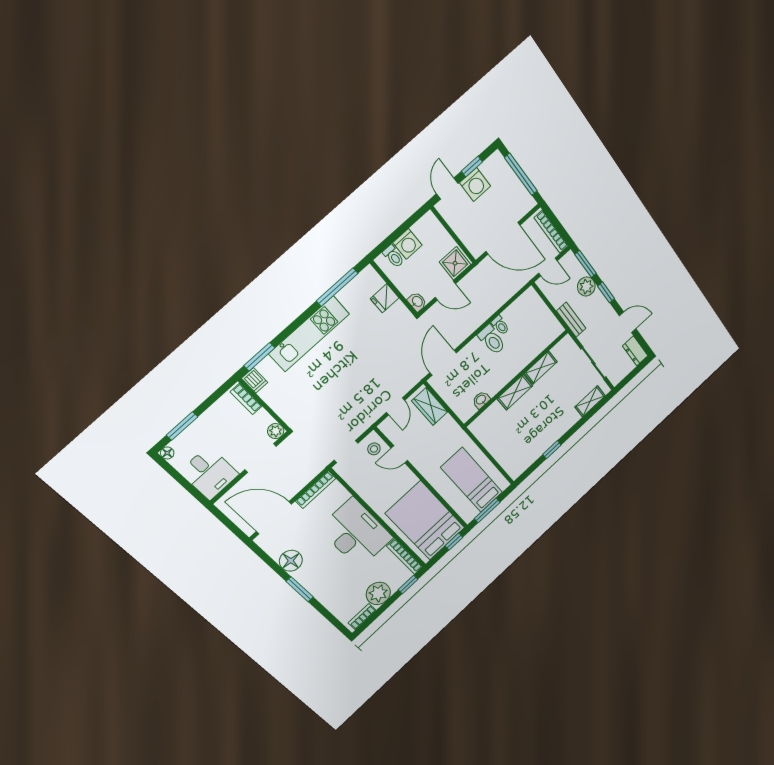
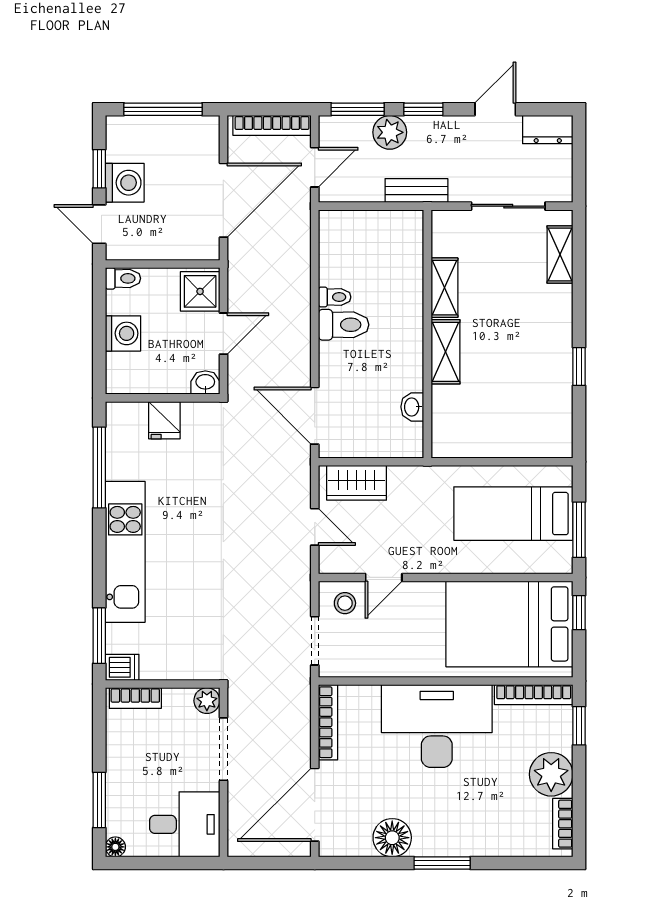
toilet: (393, 256) -> (123, 278), moved

